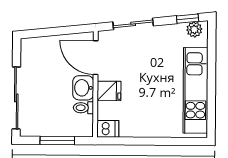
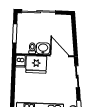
door: (96, 58) -> (59, 56), hinge flipped
fridge: (109, 91) -> (36, 64), width x1.88, depth x1.34

